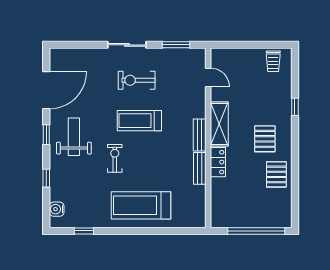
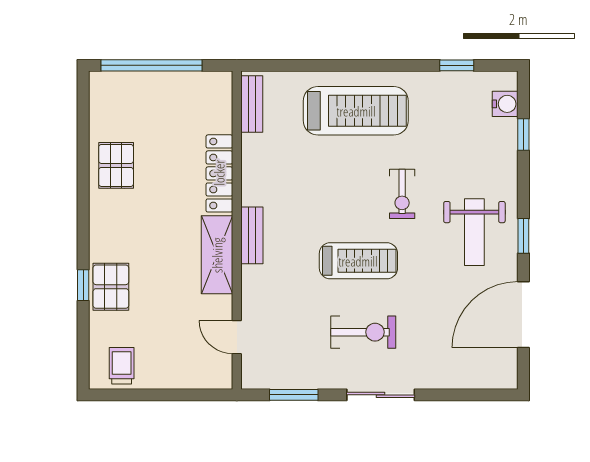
pallet: (265, 139) -> (111, 287), moved
locker: (218, 162) -> (219, 173), width x1.53
bench: (200, 168) -> (252, 104), moved
window: (46, 178) -> (523, 134), moved

